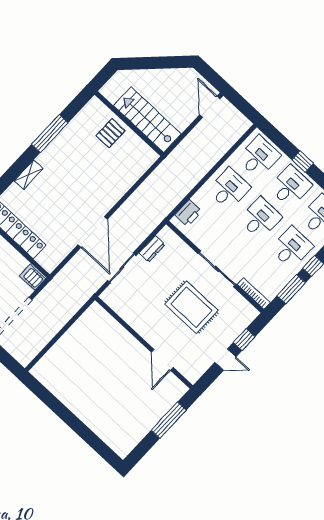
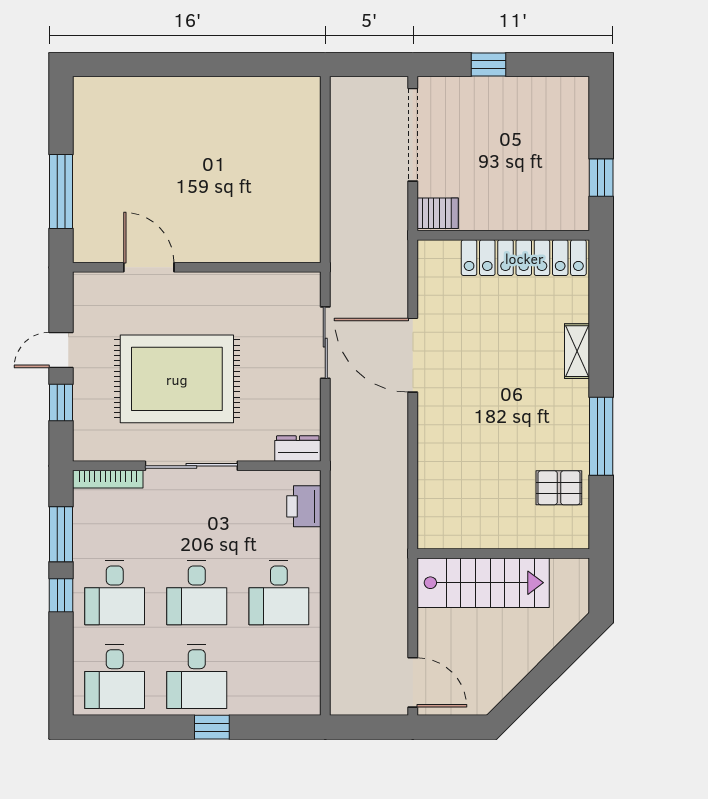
pallet: (110, 133) -> (559, 488), moved, turned 90
desk: (259, 157) -> (279, 677), removed
dresser: (152, 249) -> (298, 449), moved, turned 90
rug: (191, 307) -> (177, 379), width x1.37, depth x1.44

